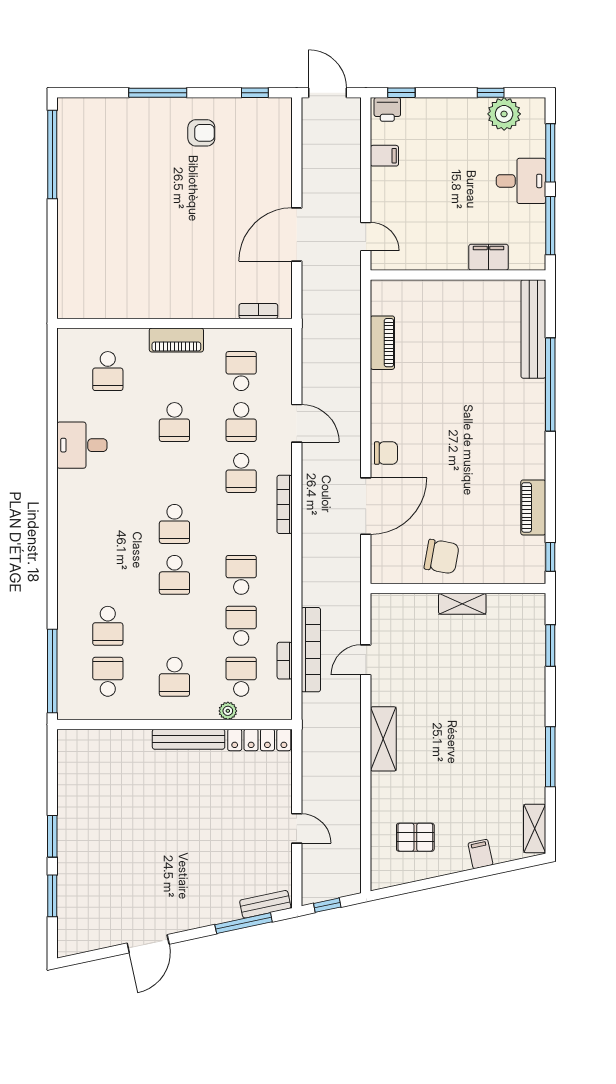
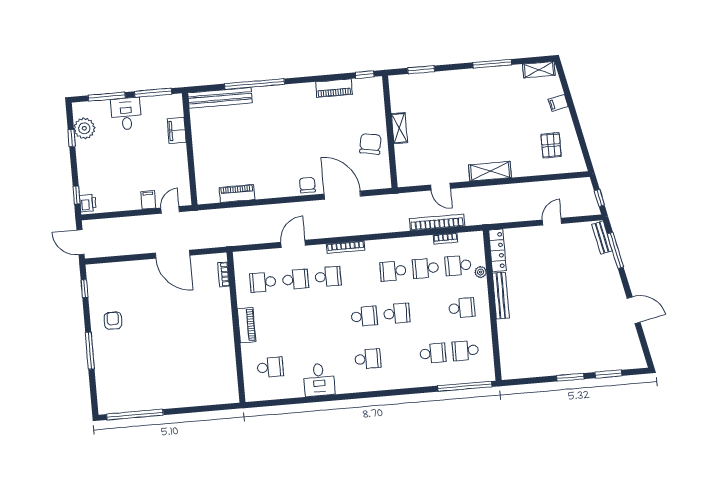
door: (327, 93) -> (81, 242), hinge flipped
filing cabinet: (384, 156) -> (148, 200), moved
school desk: (174, 422) -> (368, 359), moved

